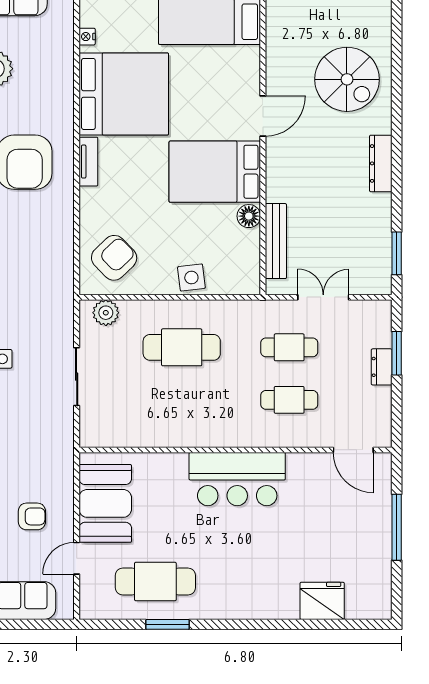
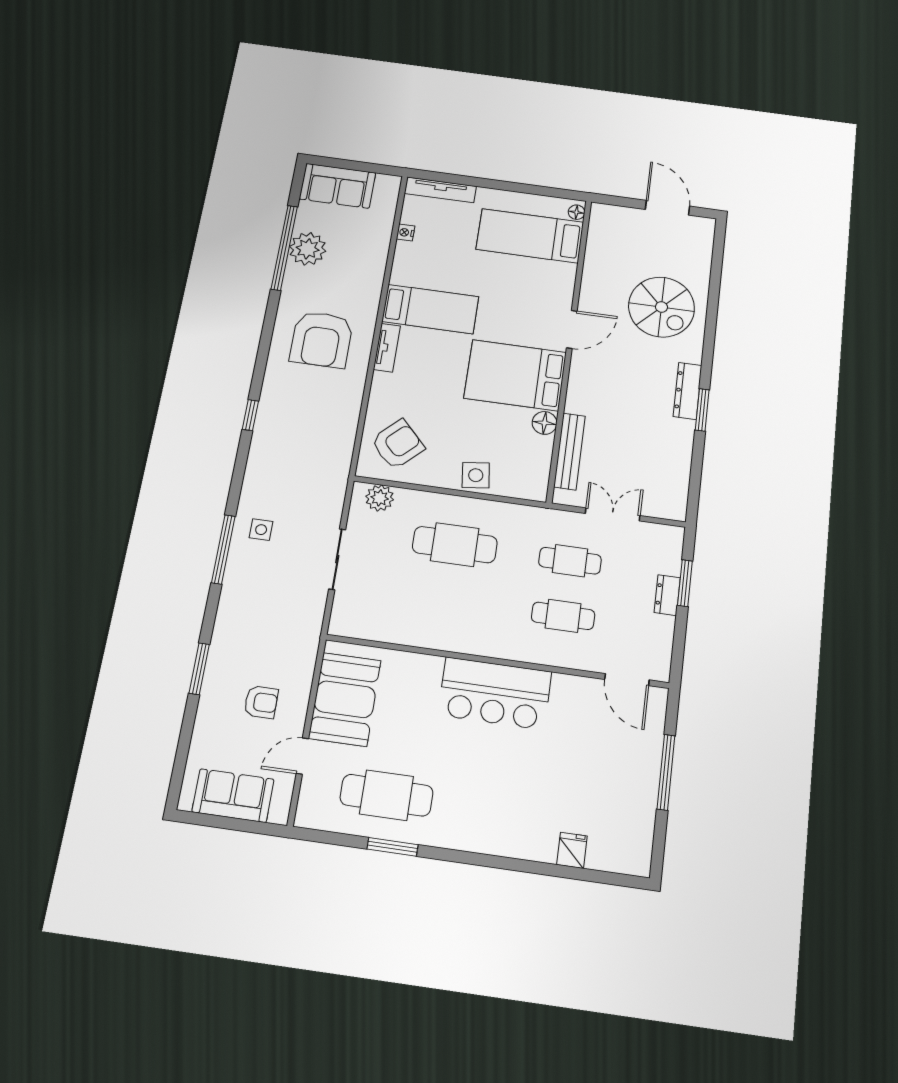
bed: (124, 94) -> (430, 309), width x0.49
window: (397, 253) -> (702, 410), moved
fridge: (322, 601) -> (572, 850), width x0.53, depth x0.75

